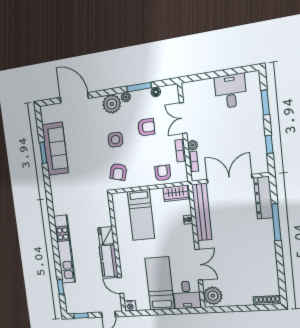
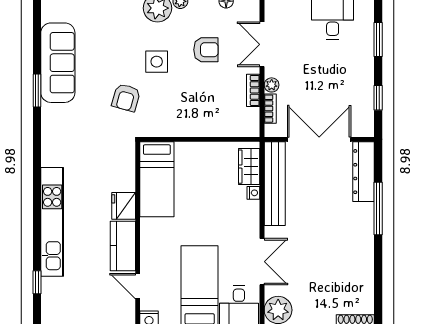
window: (43, 153) -> (37, 90), moved
armchair: (118, 172) -> (126, 98), moved
armchair: (163, 173) -> (223, 120), removed
wardrobe: (176, 193) -> (249, 167), moved, turned 90
bed: (141, 215) -> (157, 179), moved

